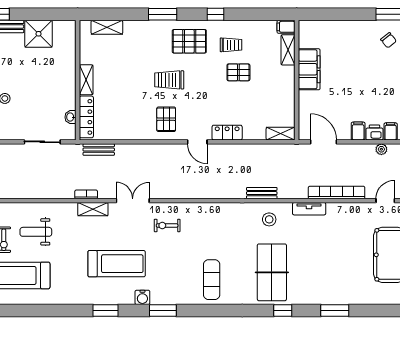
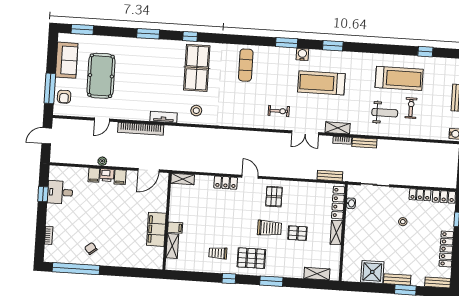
filing cabinet: (286, 27) -> (175, 228), moved
pallet: (238, 72) -> (297, 233), moved
door: (324, 142) -> (148, 170), hinge flipped
bench: (262, 193) -> (364, 143), moved

